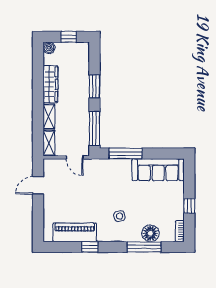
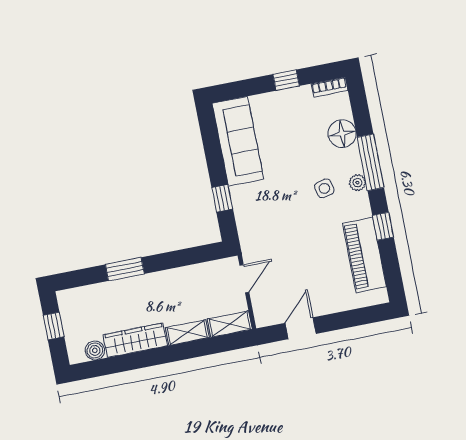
boiler: (49, 48) -> (95, 350), moved
window: (94, 128) -> (192, 256), removed
window: (126, 153) -> (222, 198), width x0.46
door: (38, 185) -> (301, 328), swing flipped
plant: (119, 237) -> (357, 183), added
window: (144, 247) -> (370, 162), moved

